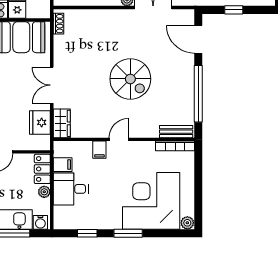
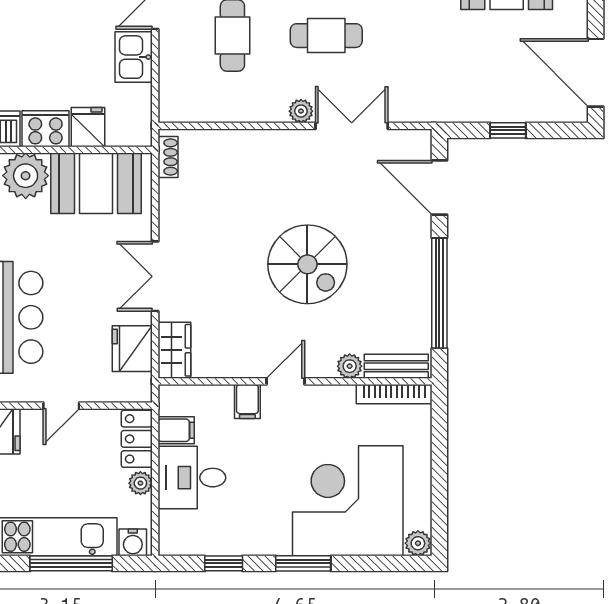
plant: (152, 131) -> (350, 366), added

